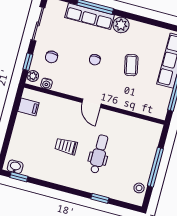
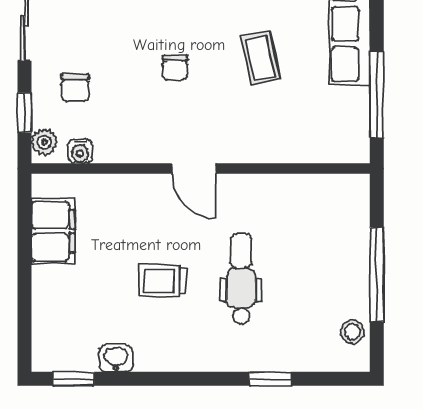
filing cabinet: (28, 107) -> (53, 231), width x2.00
washbasin: (15, 167) -> (116, 358), moved

